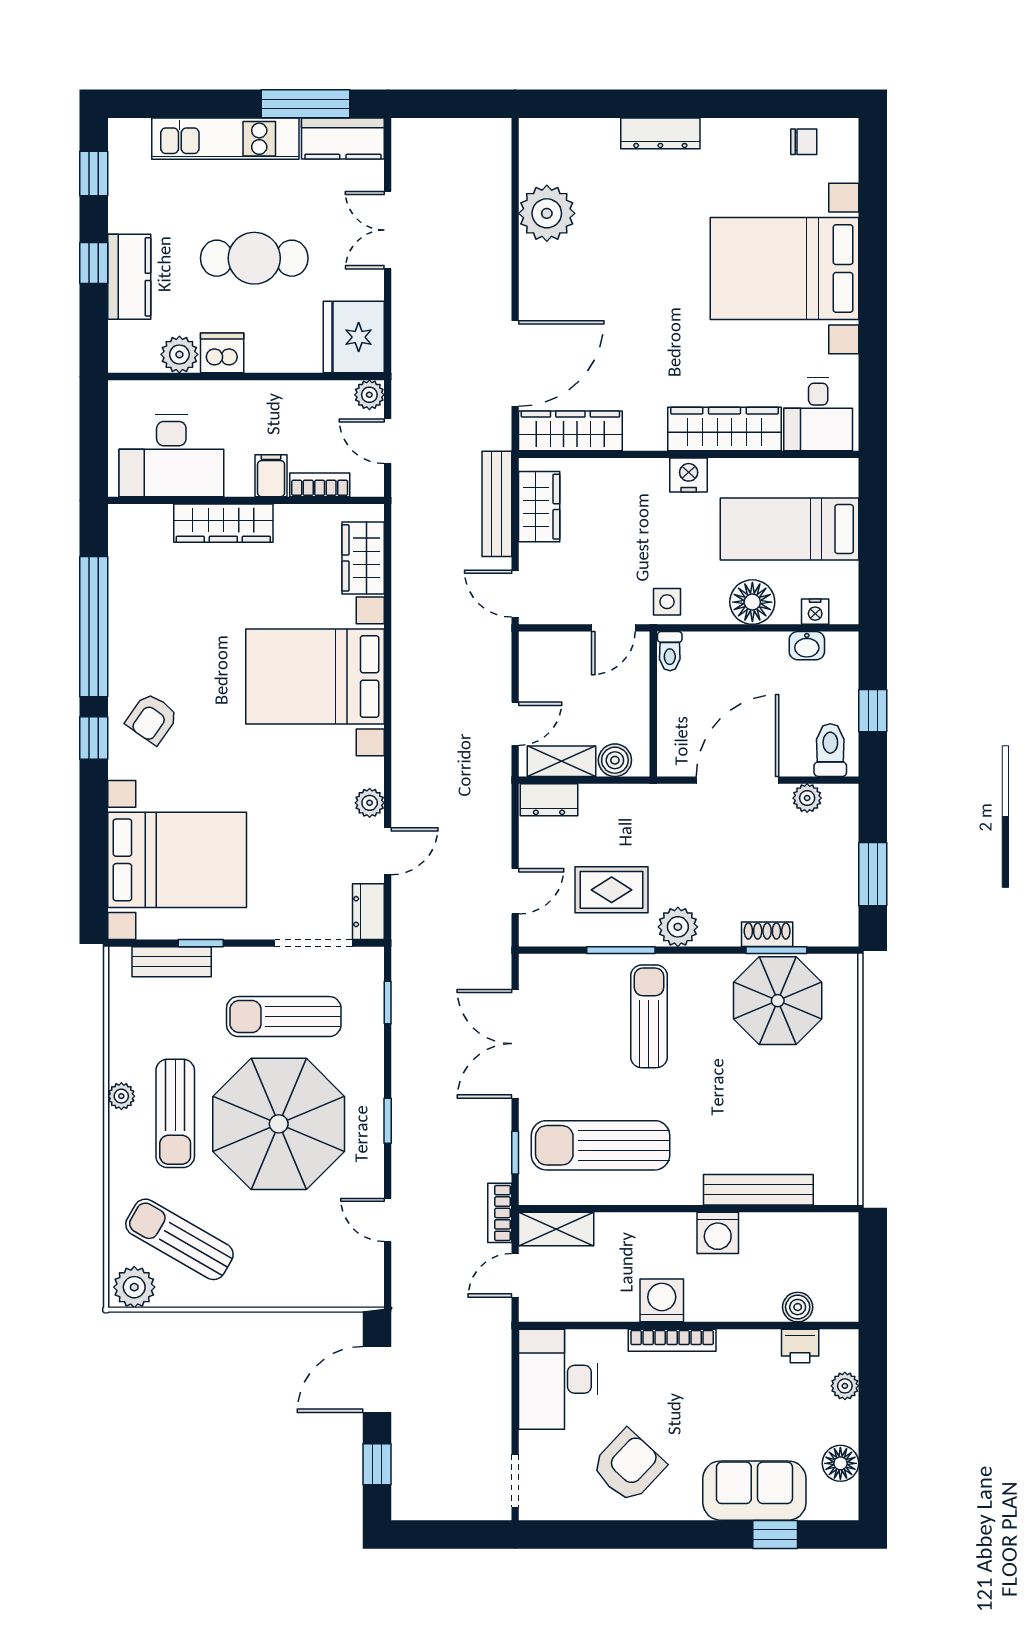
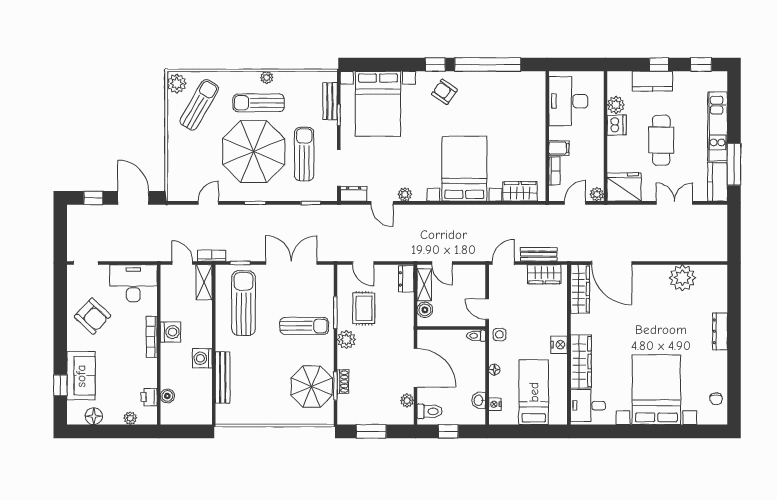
bench: (497, 504) -> (539, 254), width x0.73
wardrobe: (223, 523) -> (536, 126), removed
floor lamp: (752, 602) -> (494, 370), width x0.53, depth x0.53

